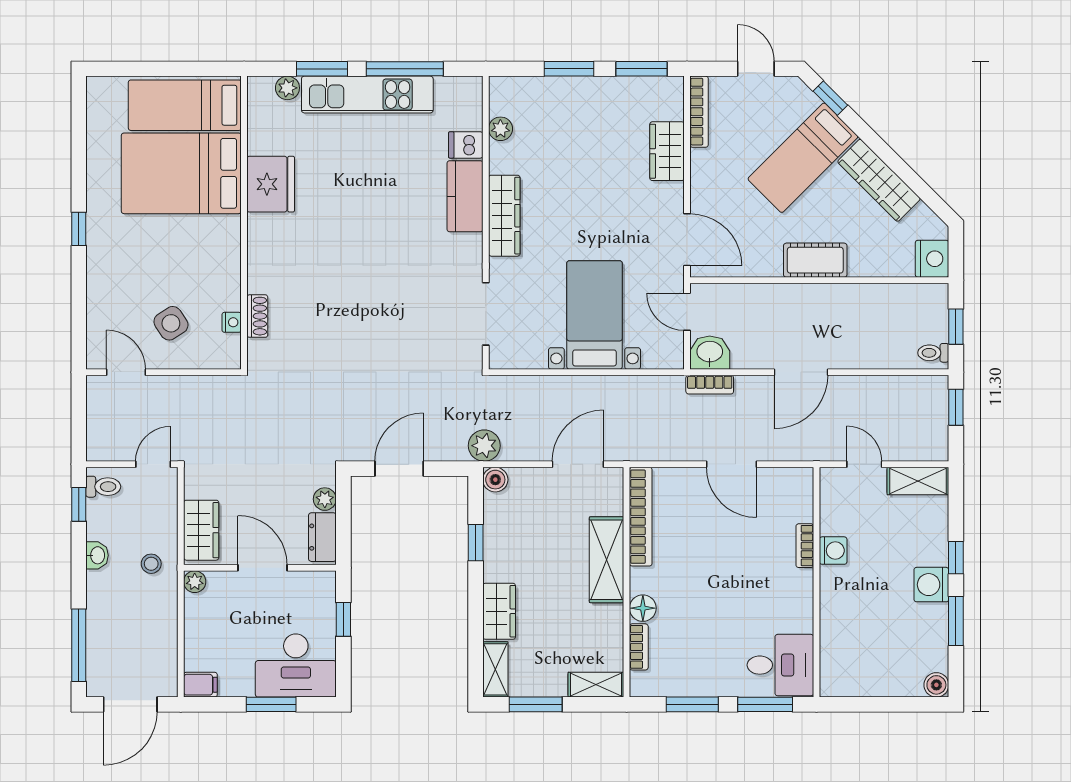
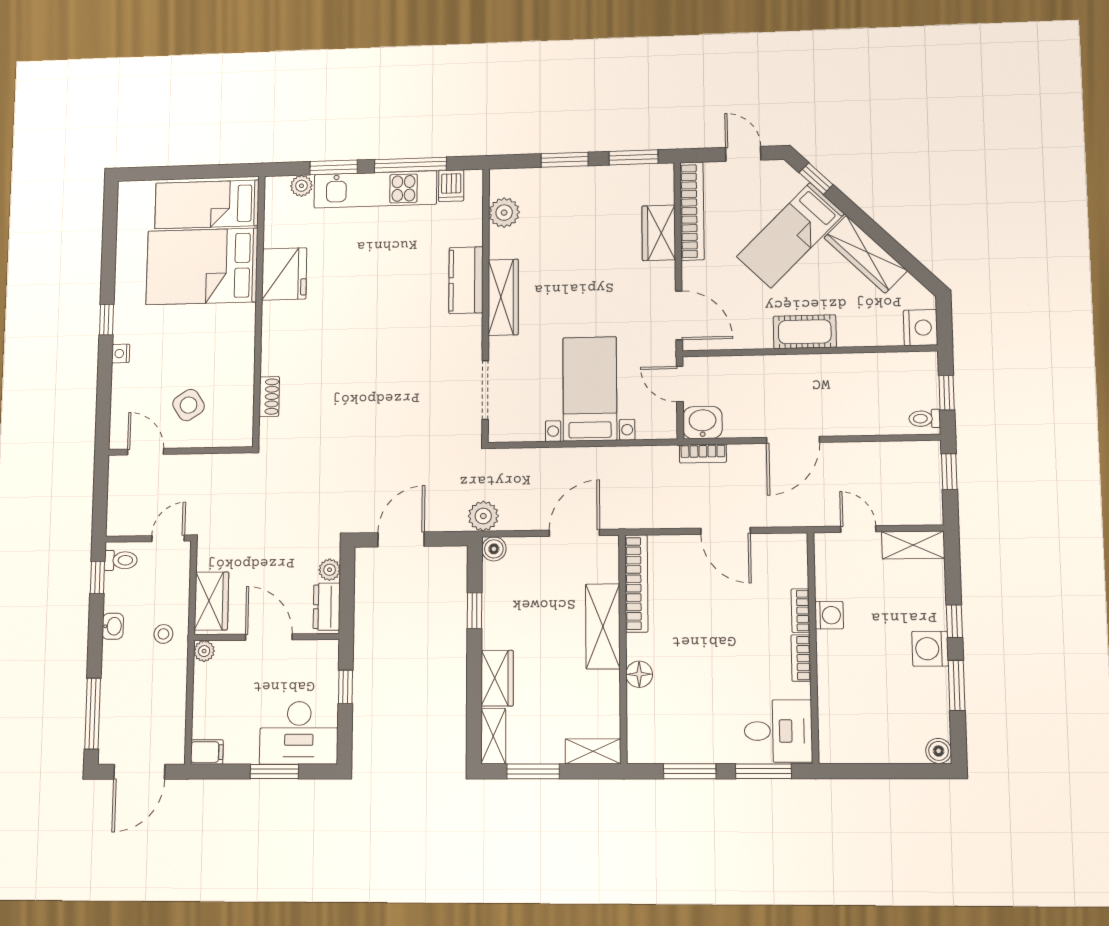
bookcase: (699, 112) -> (692, 211), width x1.48, depth x1.31
plant: (500, 129) -> (504, 213), width x1.38, depth x1.38
dishwasher: (466, 145) -> (451, 186), moved, turned -90
nightstand: (232, 322) -> (121, 354), moved, turned 180
bookcase: (639, 647) -> (801, 658), moved, turned 180

